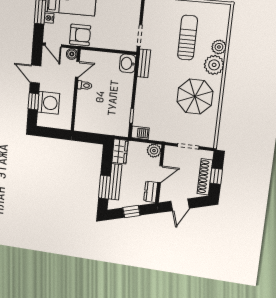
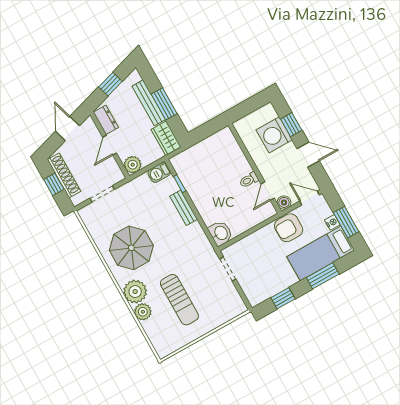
bench: (144, 63) -> (184, 208), moved
window: (104, 187) -> (164, 104), moved

